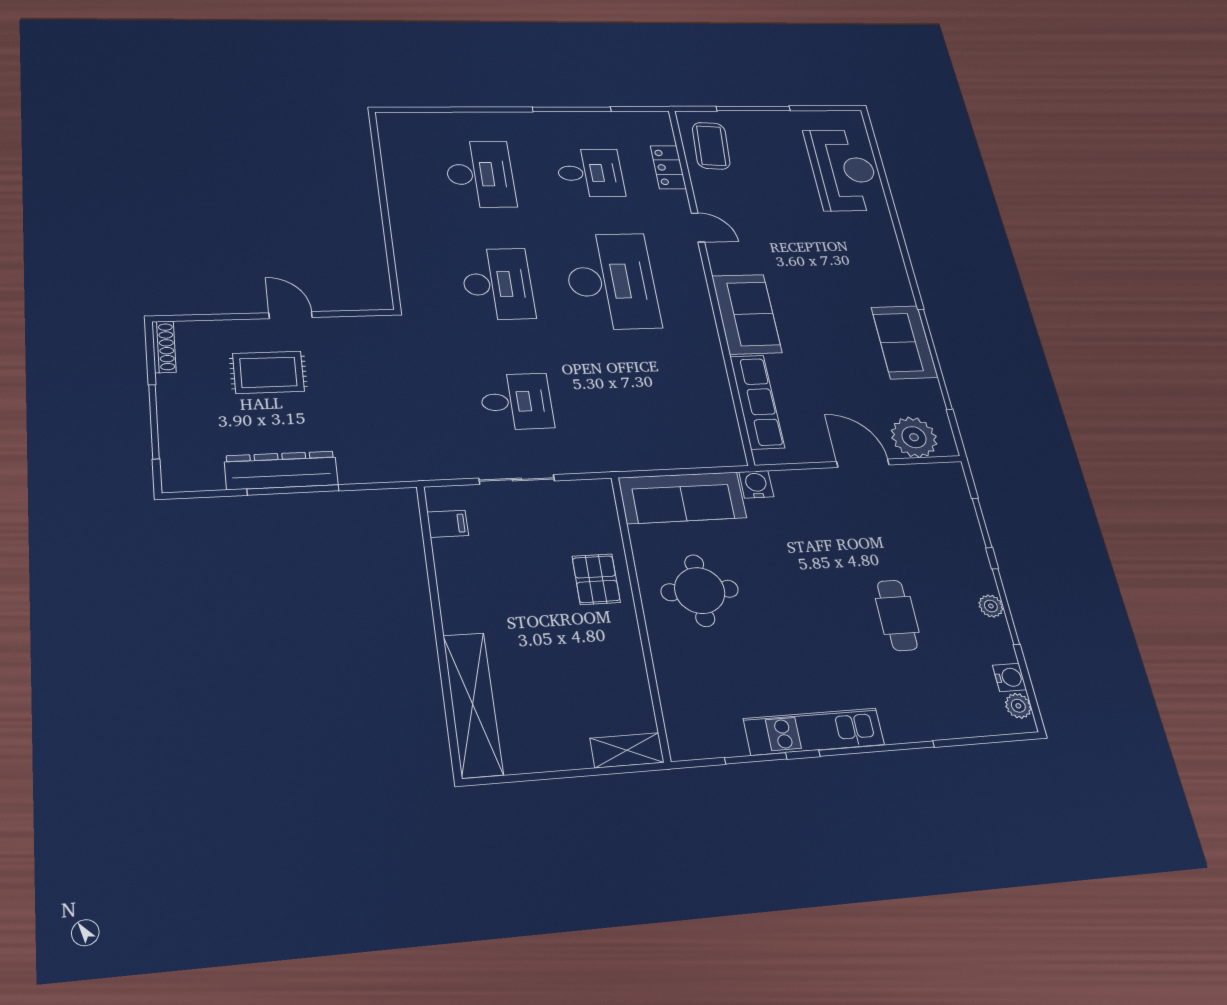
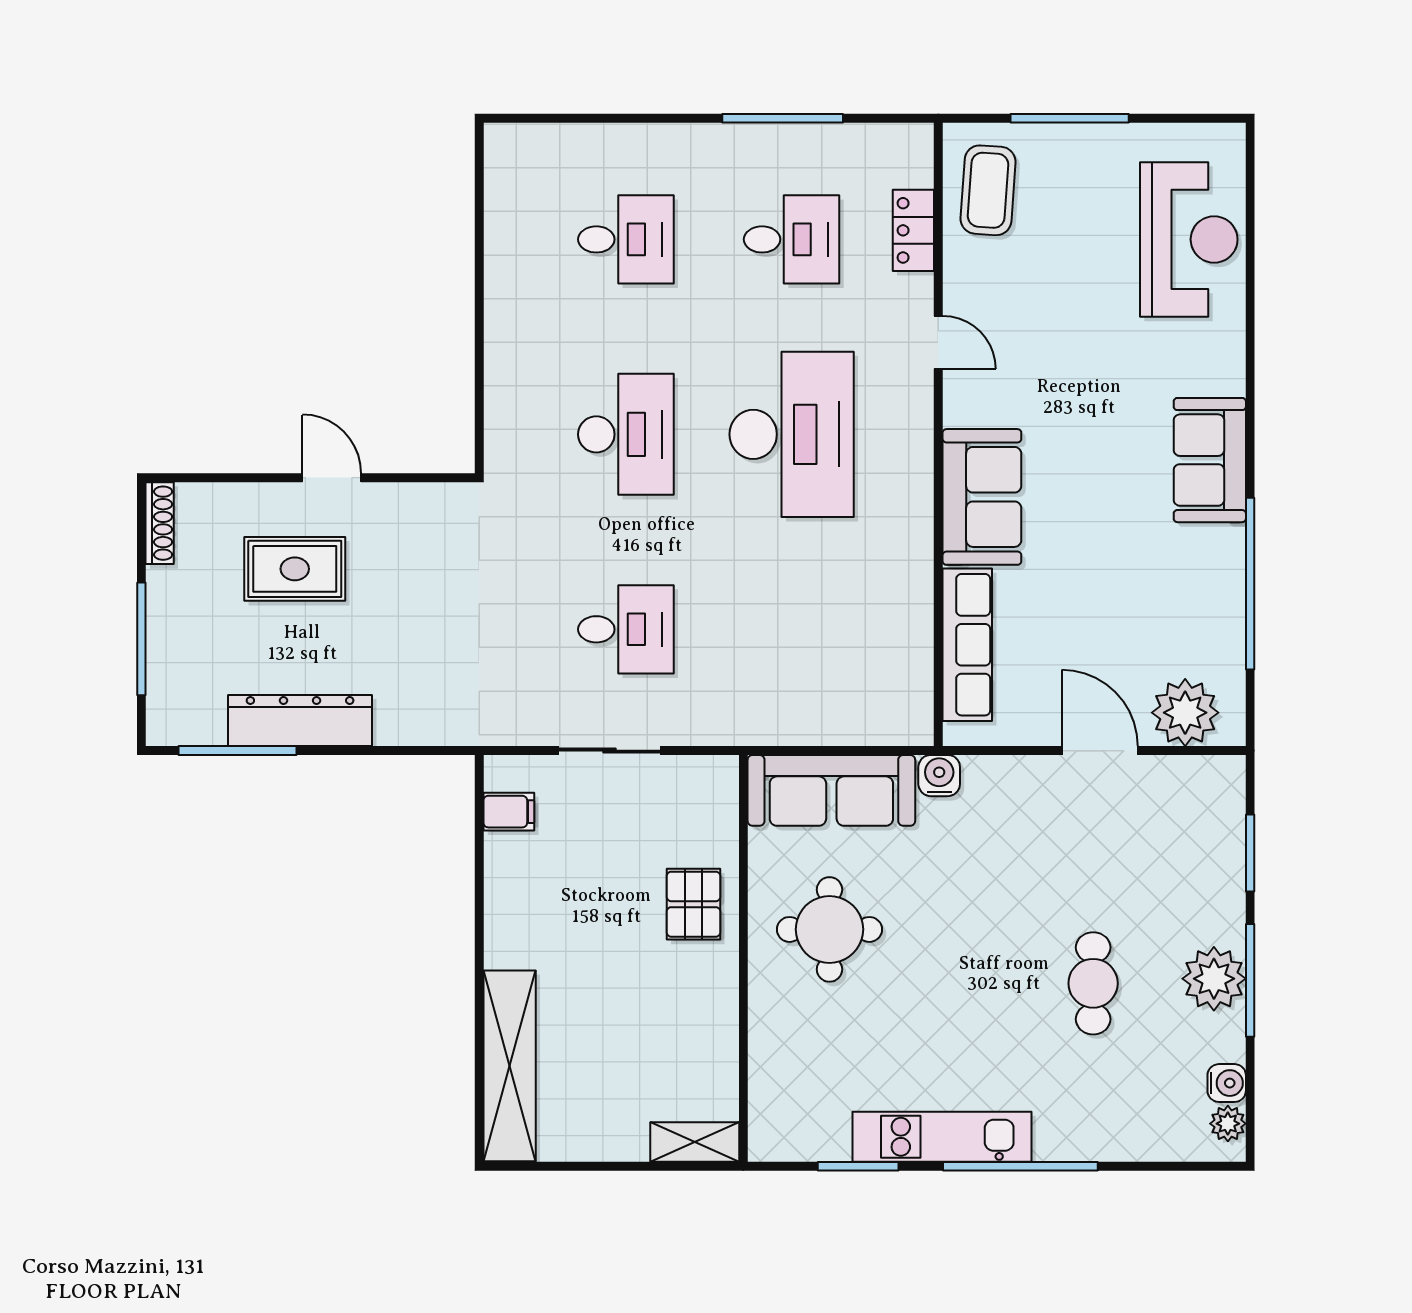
desk: (480, 174) -> (626, 239), width x0.73
sofa: (904, 342) -> (1210, 460), moved
window: (293, 490) -> (237, 751), moved
plant: (991, 606) -> (1214, 979), width x1.88, depth x1.88

